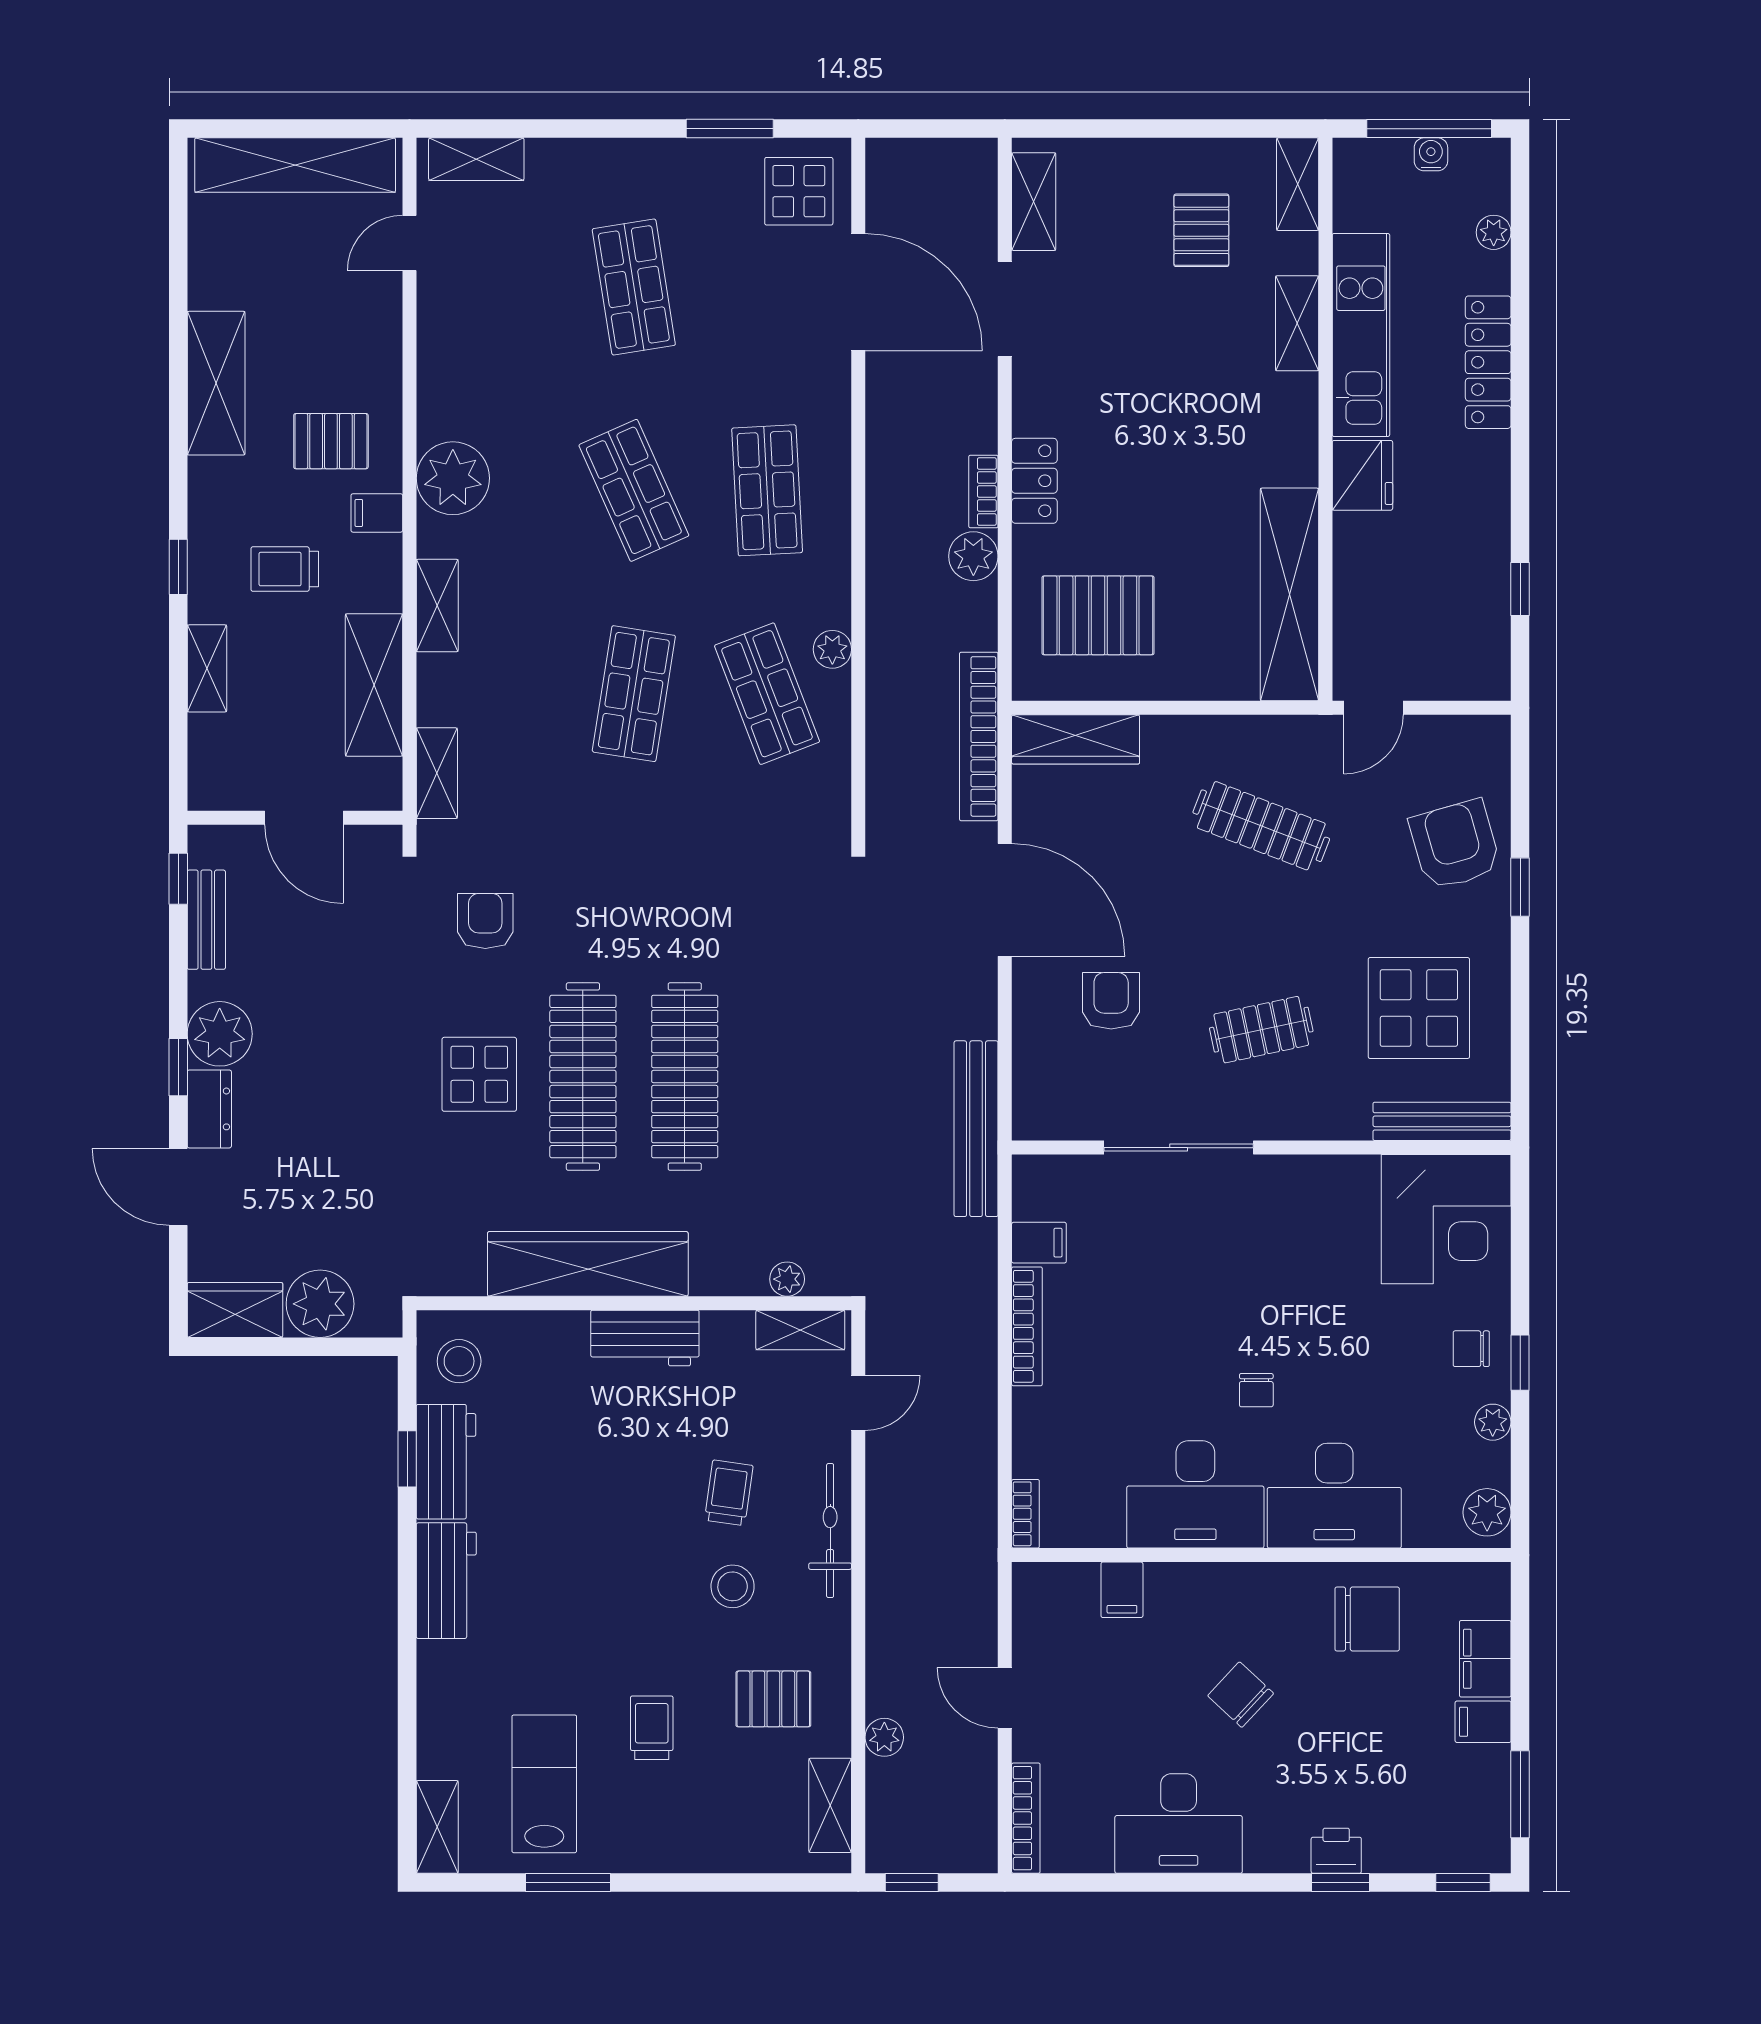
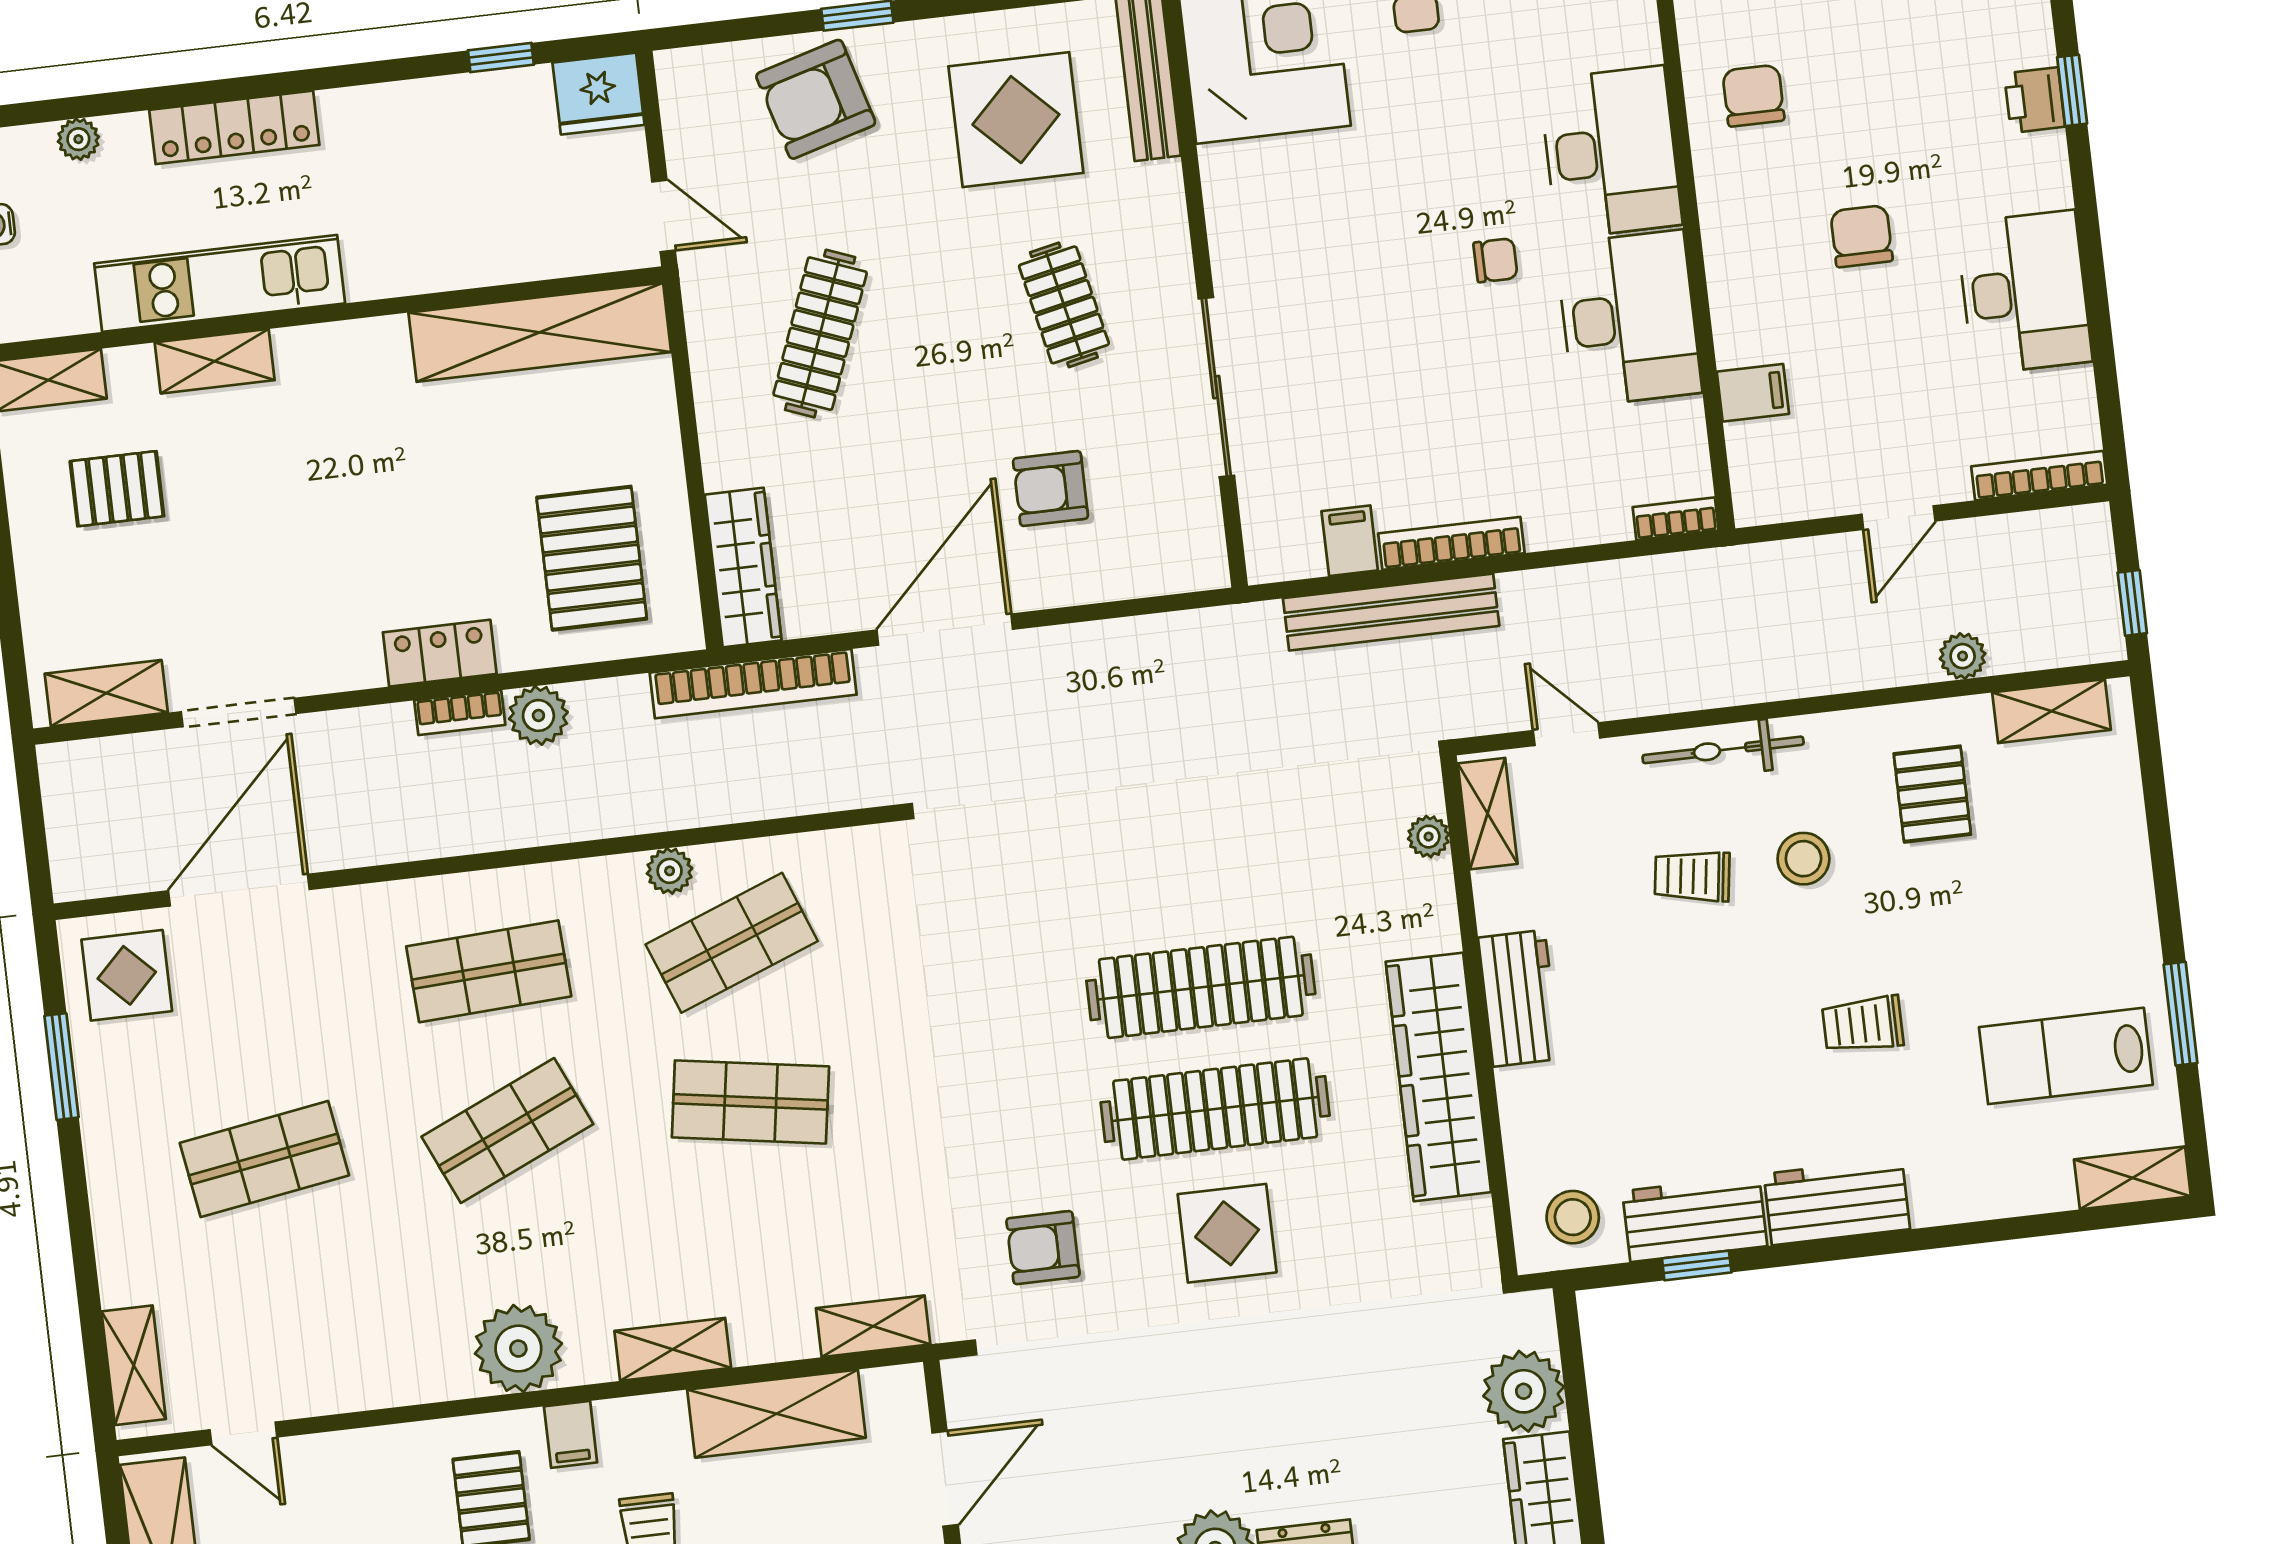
fridge: (1362, 475) -> (598, 94), moved, turned 180
bench: (976, 1129) -> (1391, 612), moved
chair: (1367, 1619) -> (1753, 96), width x0.73, depth x0.73
chair: (1241, 1695) -> (1861, 236), turned 137
trolley: (652, 1728) -> (1863, 1024), moved

